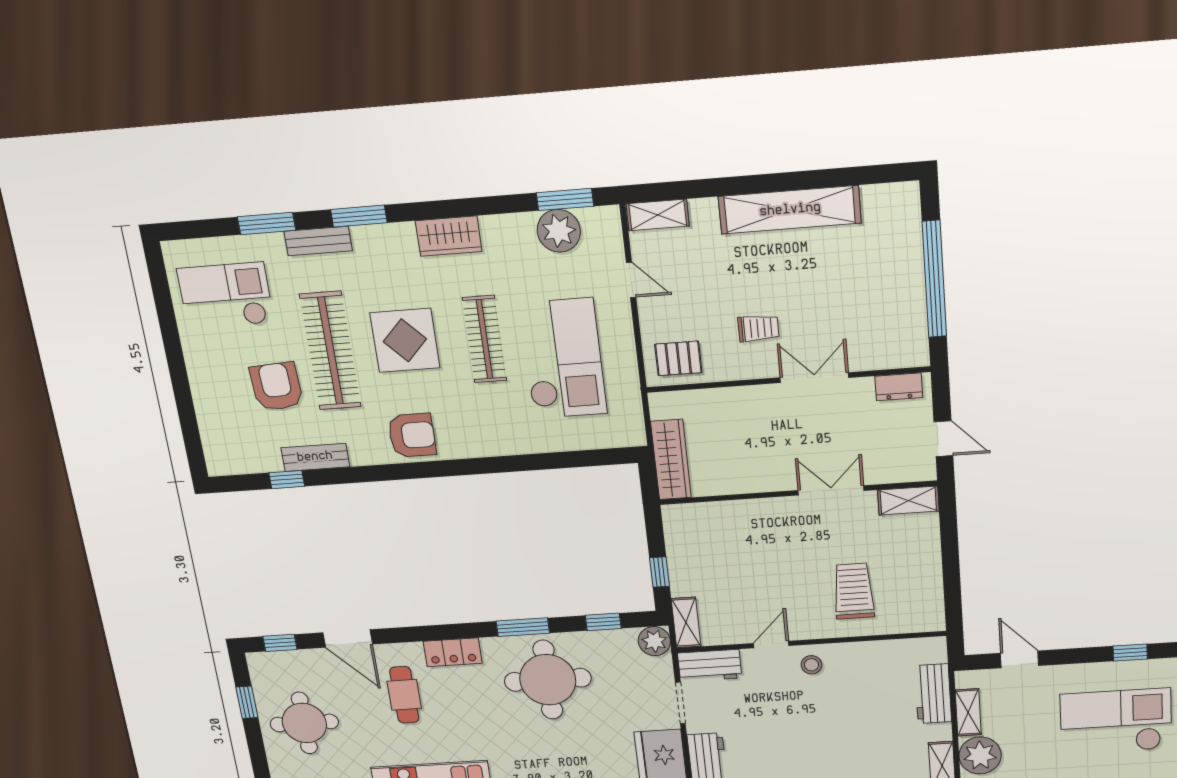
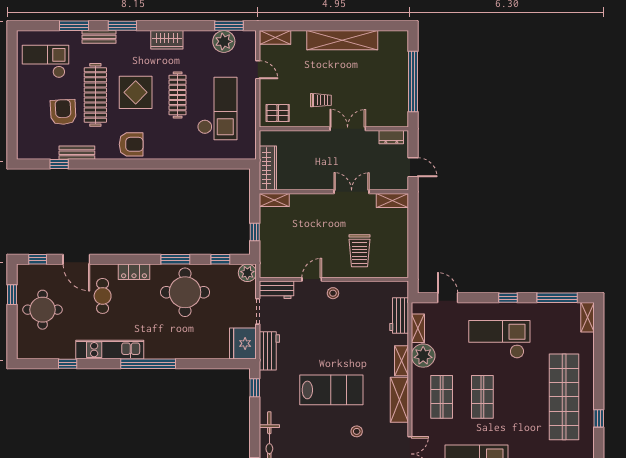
trolley: (854, 591) -> (359, 251), turned 180
shelving: (686, 623) -> (274, 200), moved, turned 90

